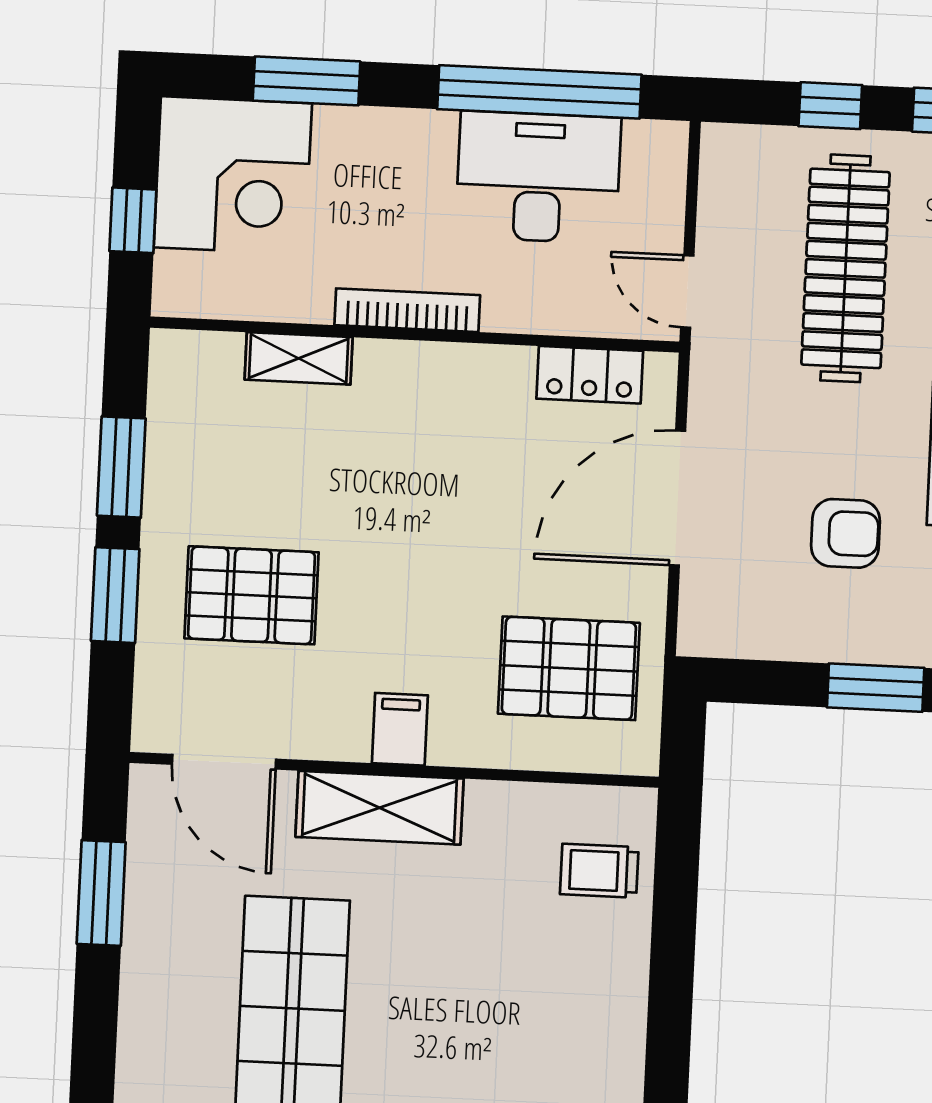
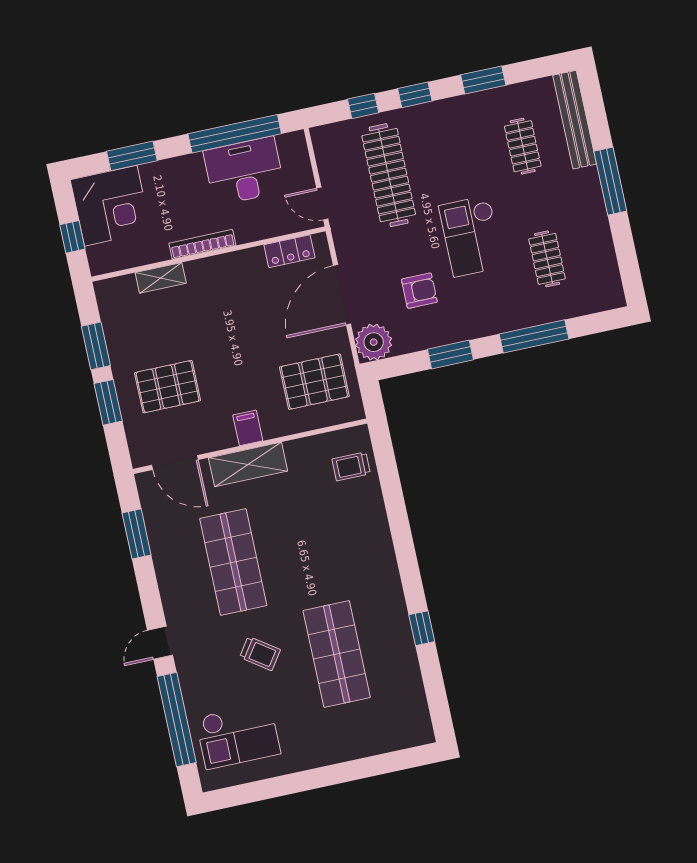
plant: (718, 617) -> (374, 342), added

